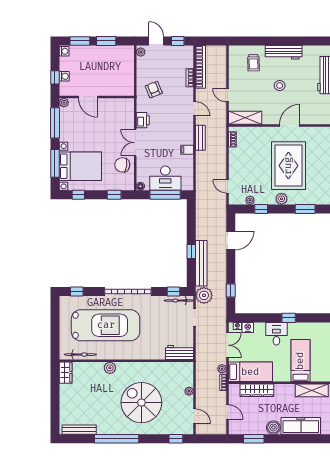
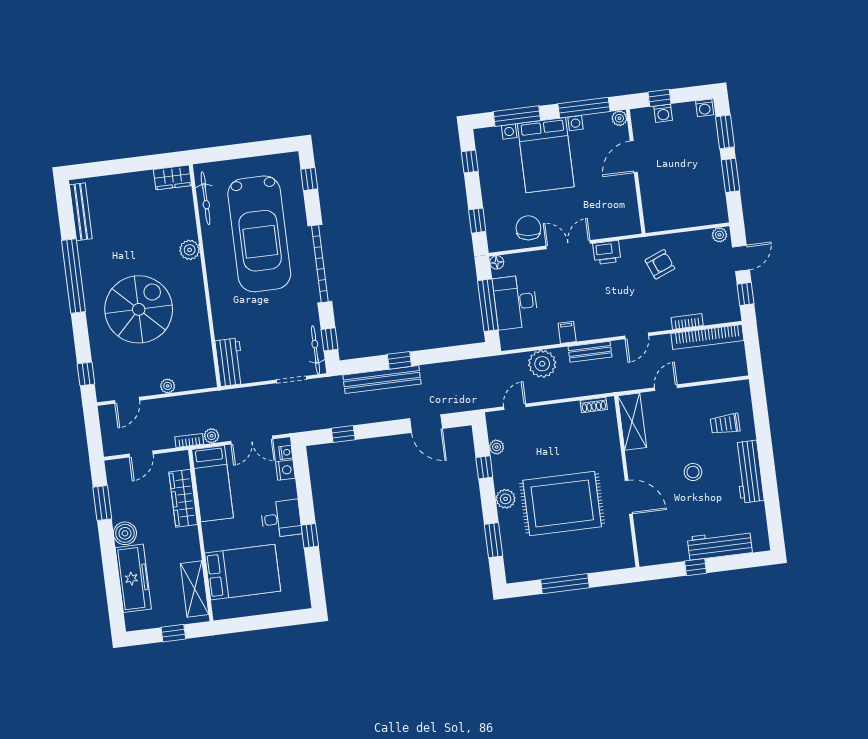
bed with nightstands: (80, 166) -> (546, 155), moved
plant: (204, 295) -> (542, 364), moved
bed: (300, 361) -> (243, 572), width x1.50

